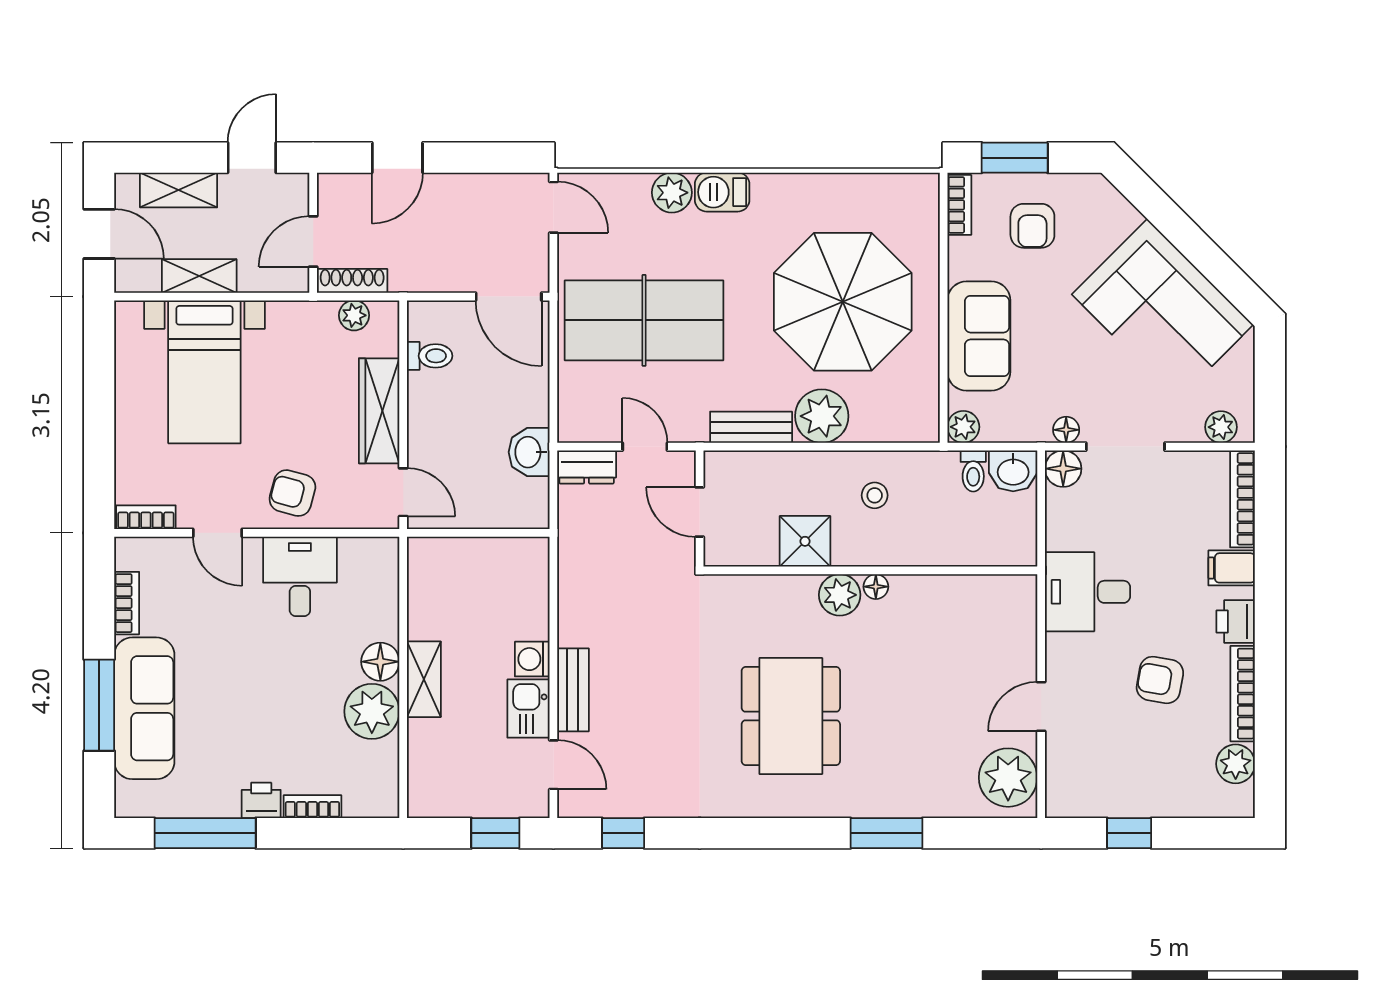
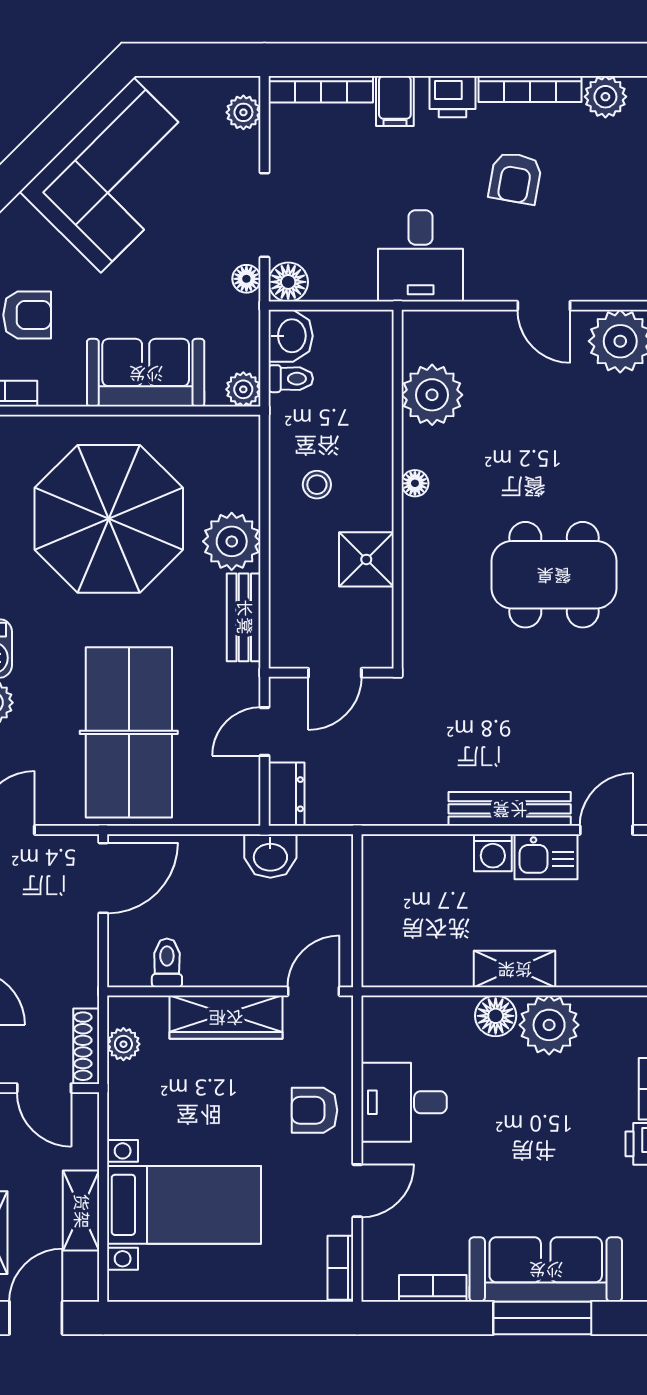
armchair: (292, 493) -> (314, 1110), turned 75
plant: (840, 595) -> (432, 395), moved, width x1.36, depth x1.36
bench: (573, 690) -> (510, 809), width x1.36

